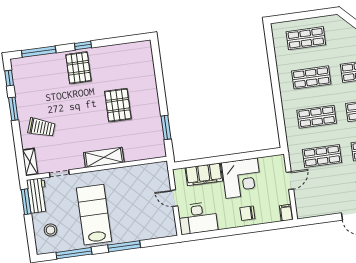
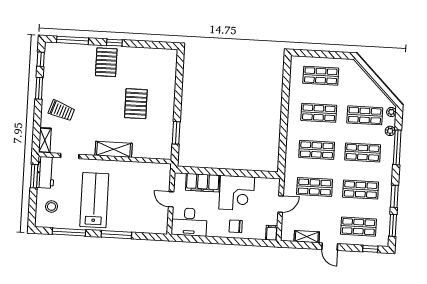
shelving: (324, 210) -> (307, 237), added

